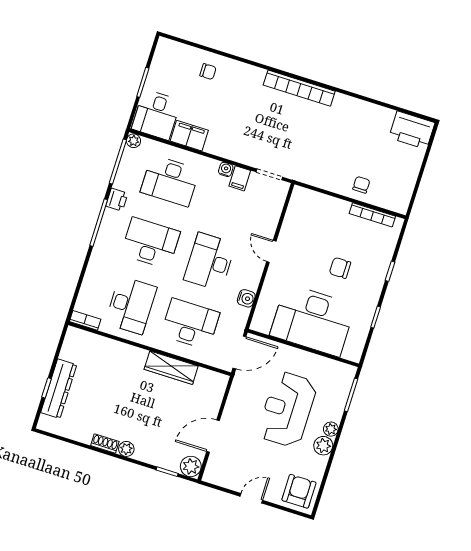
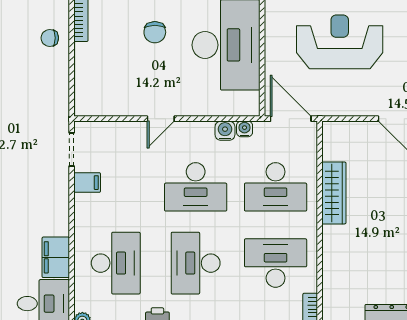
water cooler: (226, 169) -> (245, 129), moved, turned 90
desk: (190, 324) -> (276, 187), turned -90
reception desk: (287, 409) -> (340, 42), turned 180

